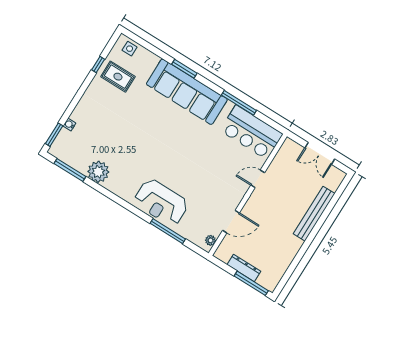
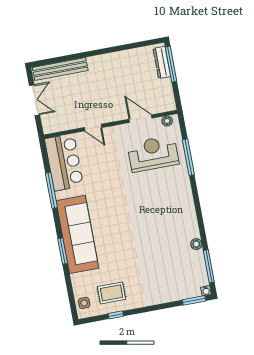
rug: (118, 77) -> (111, 293), turned 90
water cooler: (69, 125) -> (206, 291), moved
plant: (98, 172) -> (196, 244), width x0.53, depth x0.53
reception desk: (161, 202) -> (153, 154), moved, turned -90
bench: (314, 214) -> (60, 69), moved
dresser: (244, 268) -> (162, 62), moved

